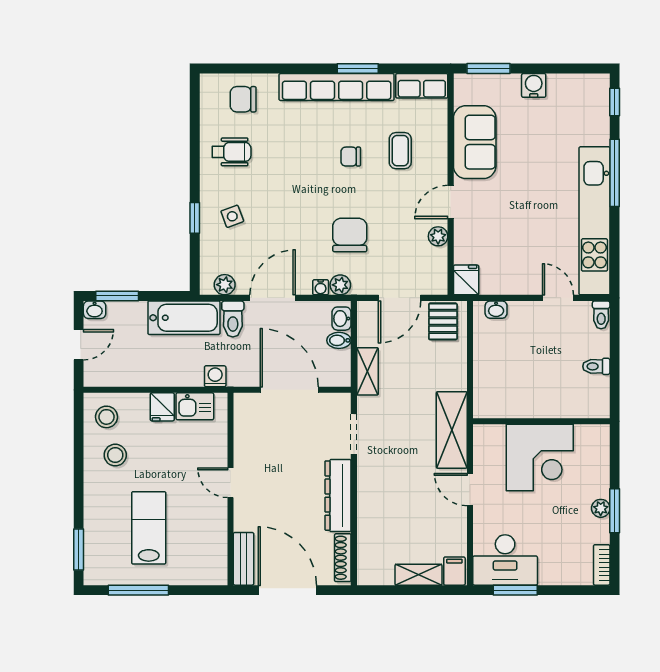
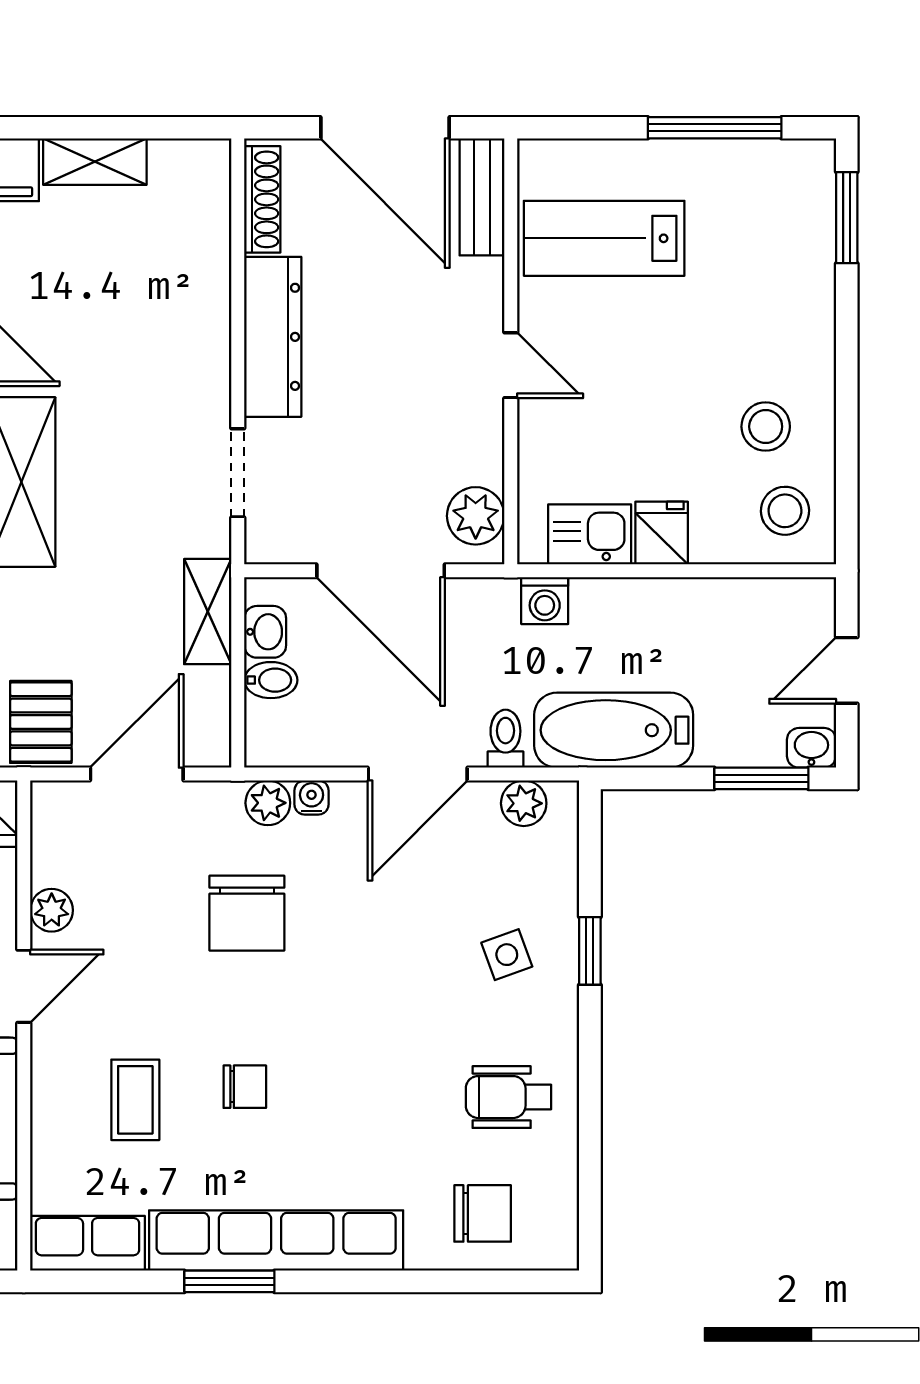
toilet: (233, 319) -> (505, 739), width x0.73, depth x0.72
washbasin: (341, 319) -> (265, 632), moved
plant: (246, 415) -> (476, 516), added
lab bench: (149, 528) -> (604, 238), moved, turned 90

